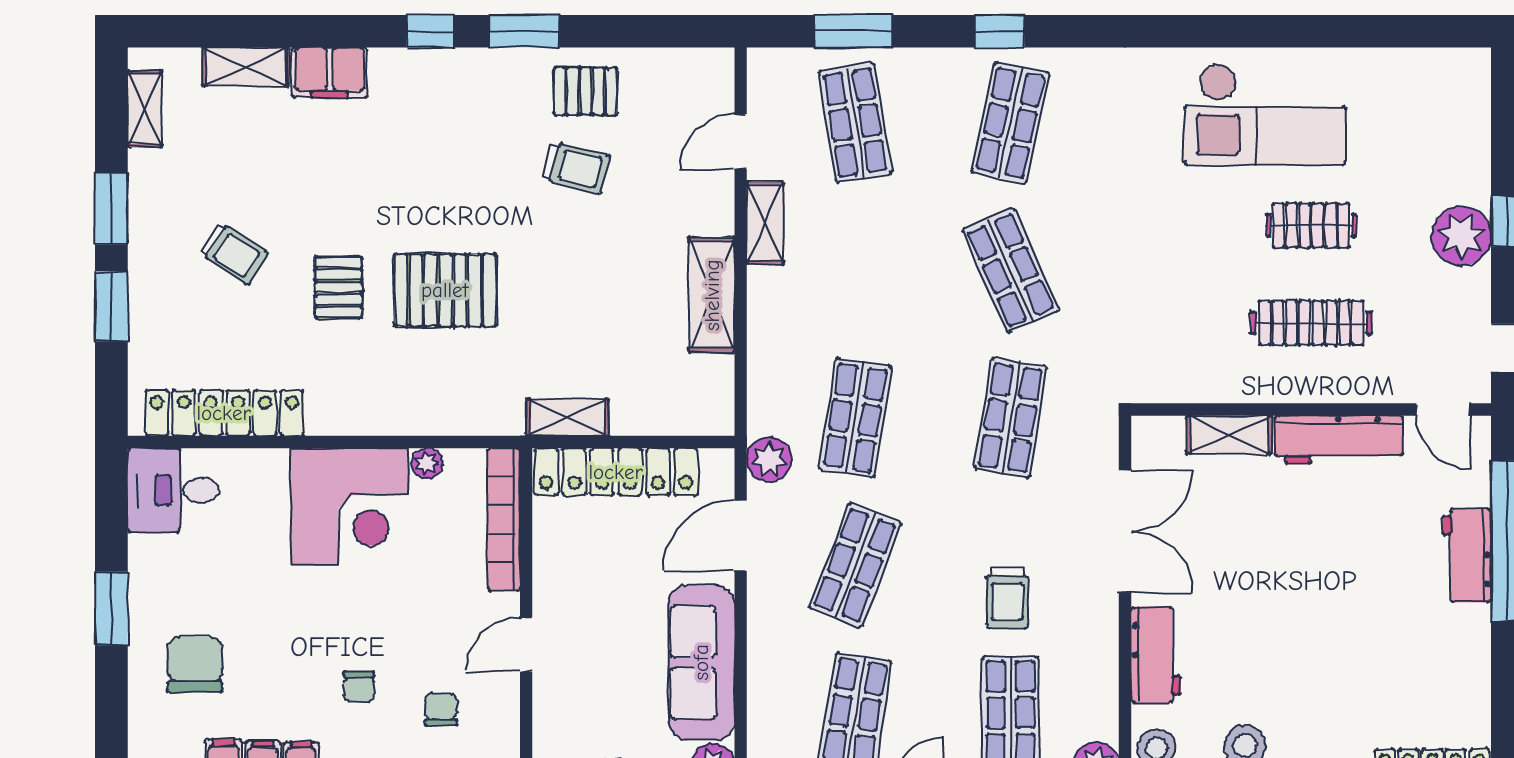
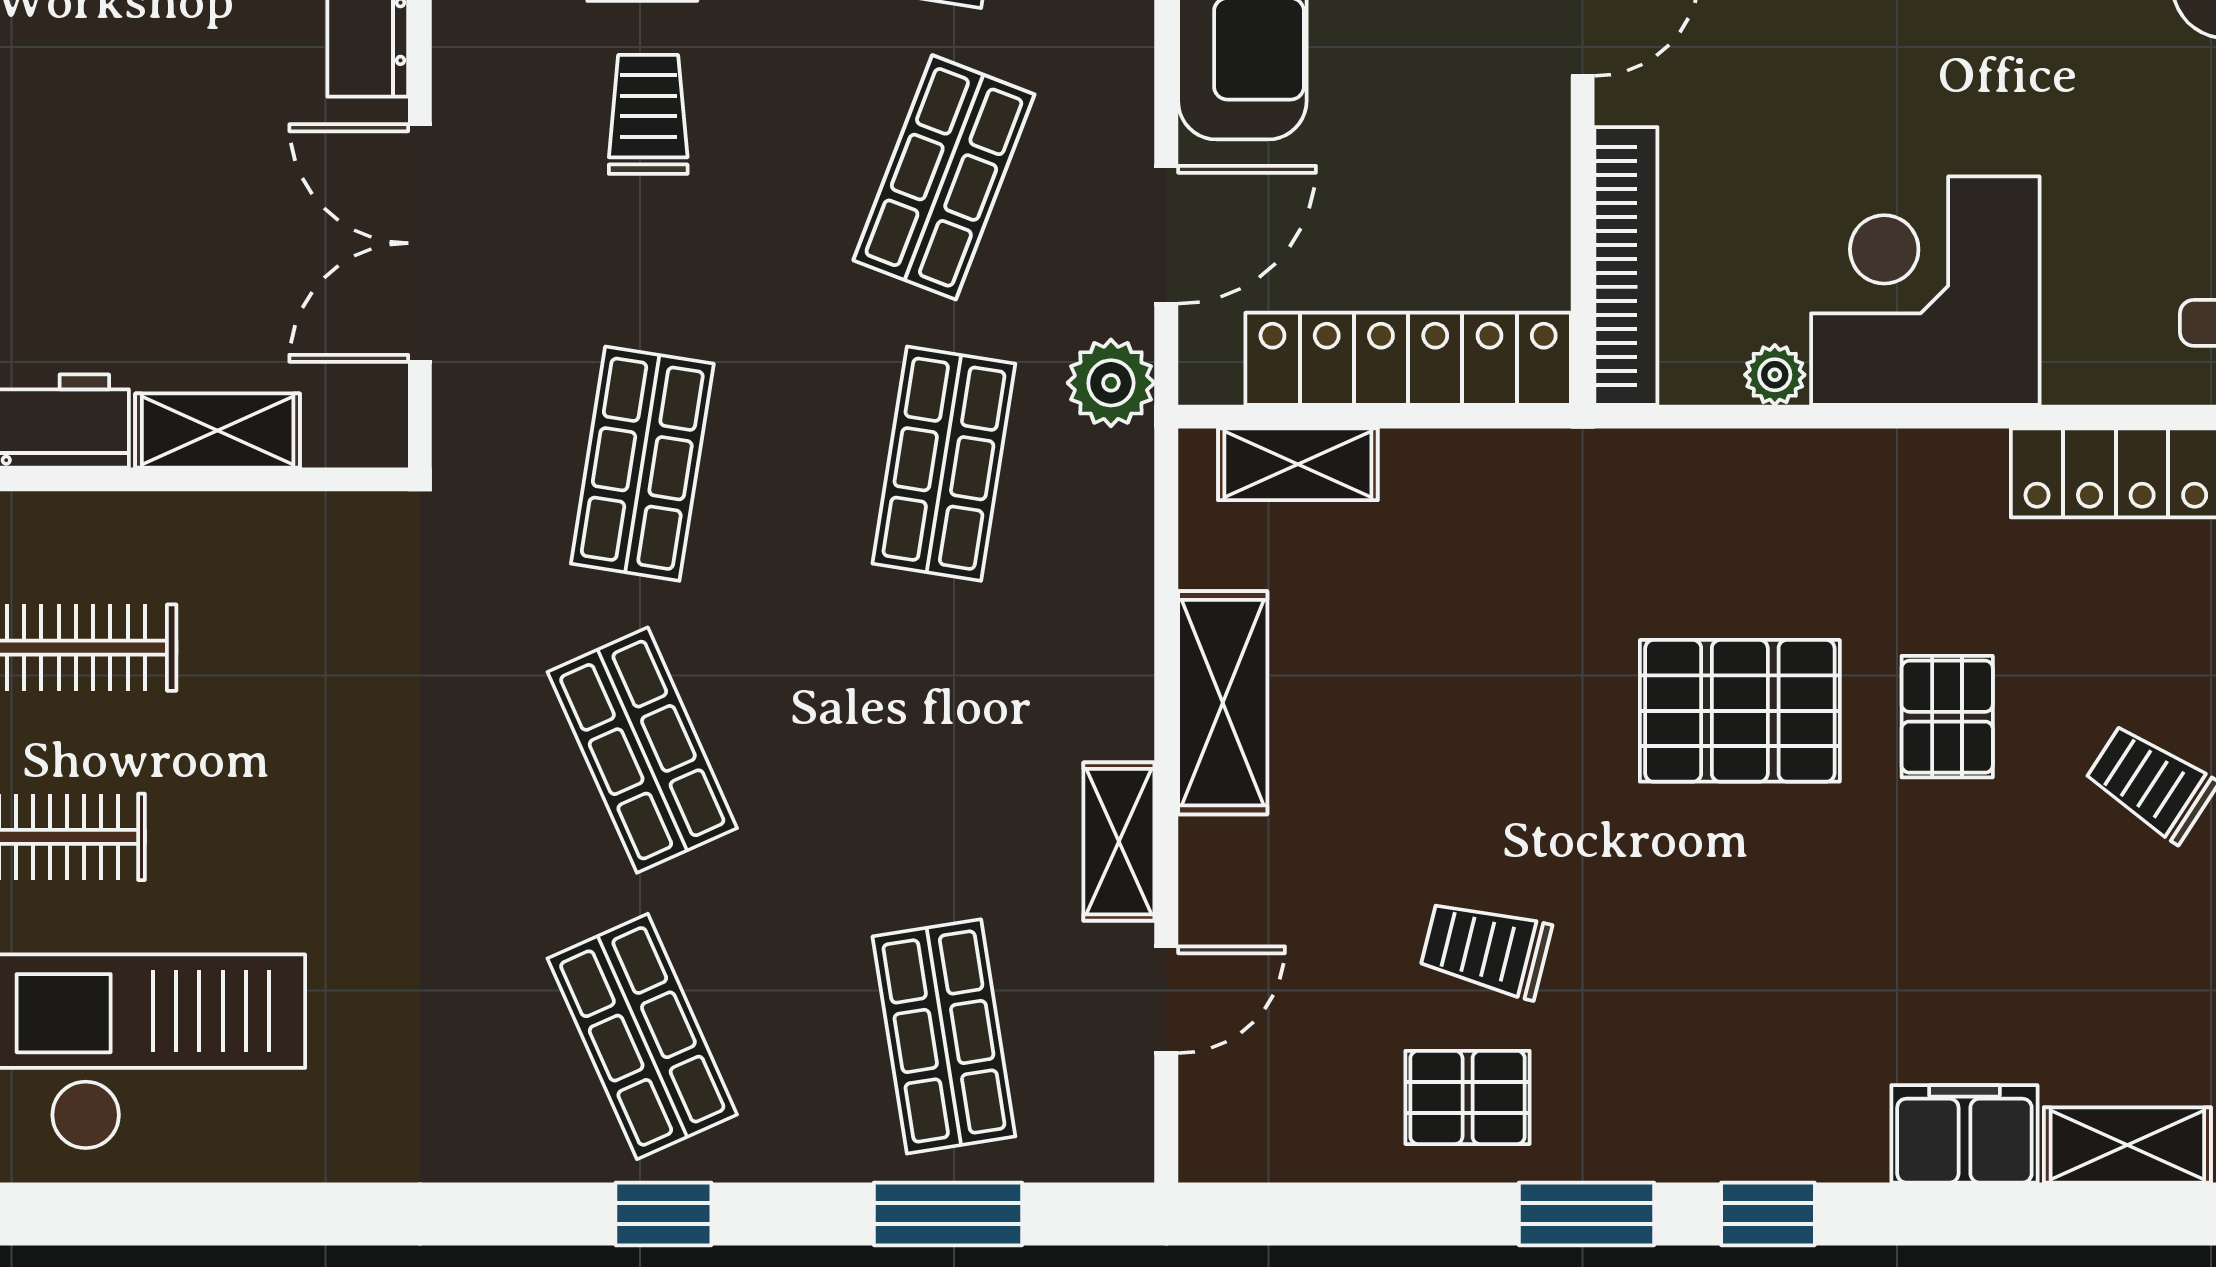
shop shelf: (1010, 123) -> (642, 1036), turned -36
shelving: (567, 417) -> (1298, 464), moved

